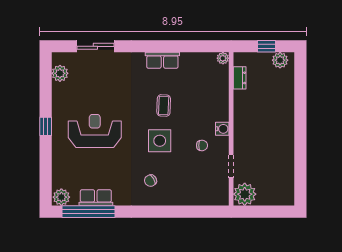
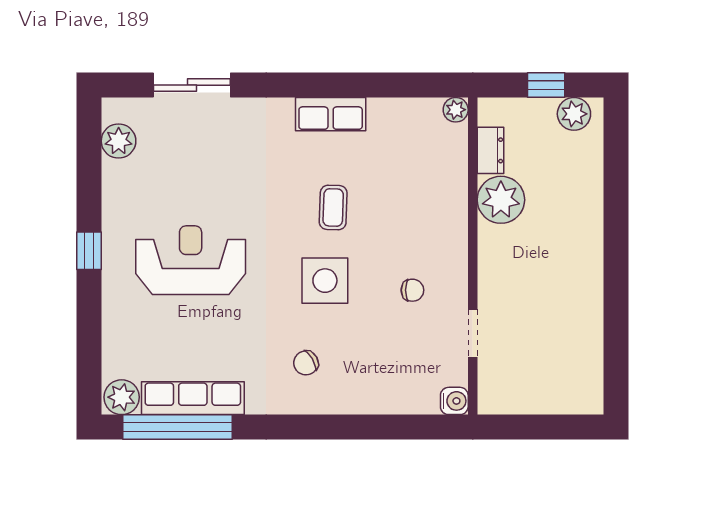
water cooler: (222, 129) -> (454, 401), moved
plant: (245, 194) -> (501, 200), moved
row of seats: (96, 198) -> (193, 398), width x1.48

